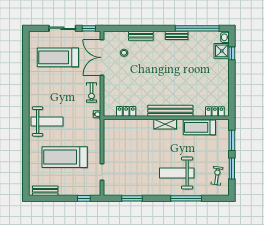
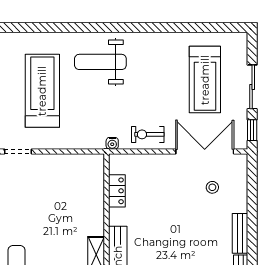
bench: (141, 36) -> (240, 233), moved
treadmill: (58, 57) -> (205, 80), turned 180
weight bench: (47, 121) -> (100, 62), turned 90

